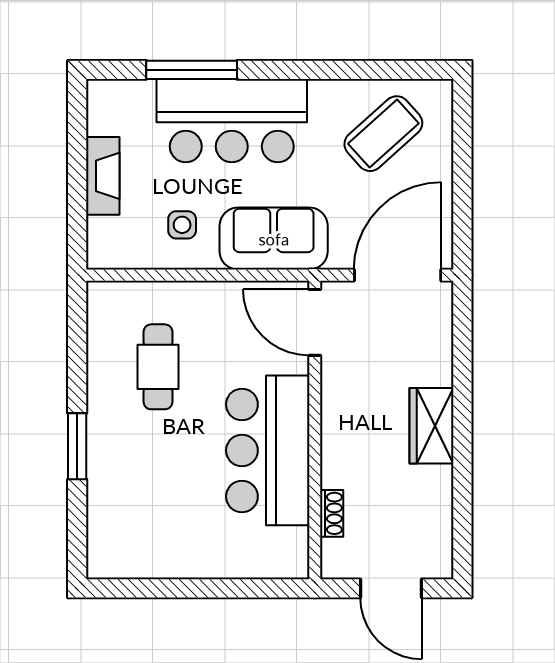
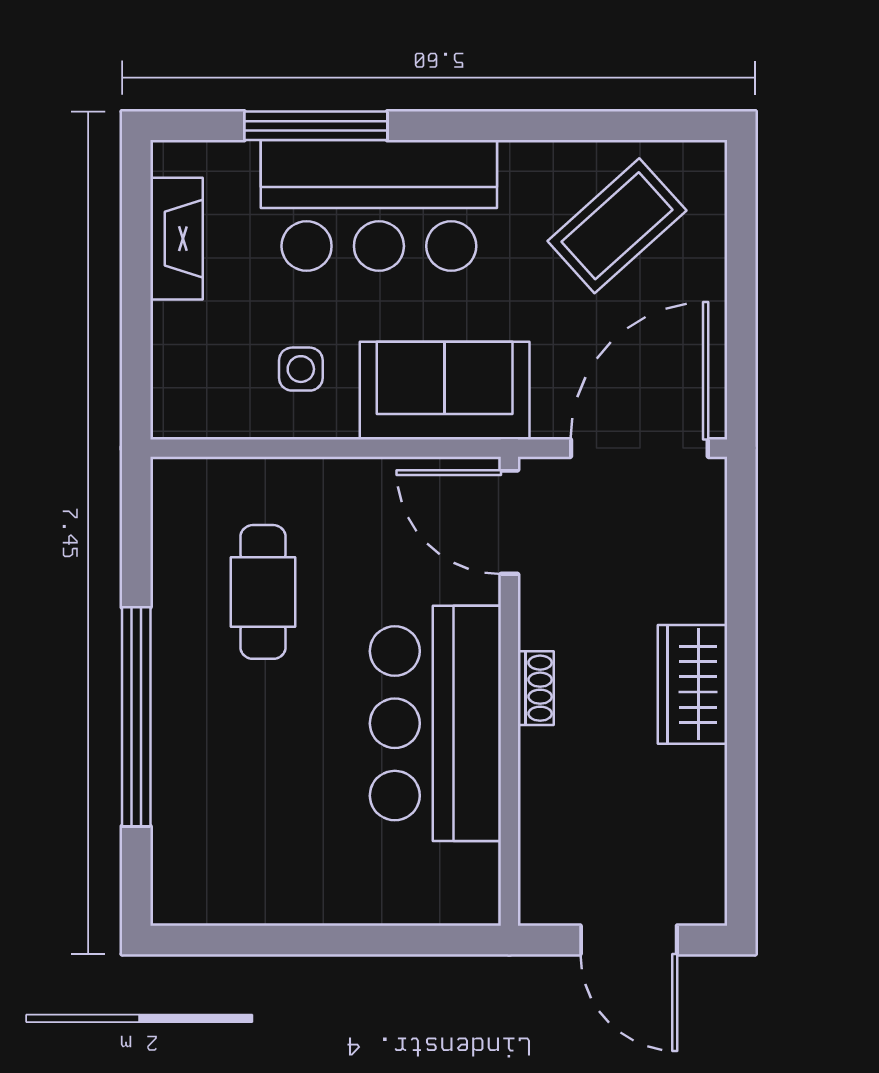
fireplace: (103, 176) -> (176, 239), moved
window: (77, 446) -> (136, 717), width x2.11
shoe rack: (332, 513) -> (536, 688), moved

